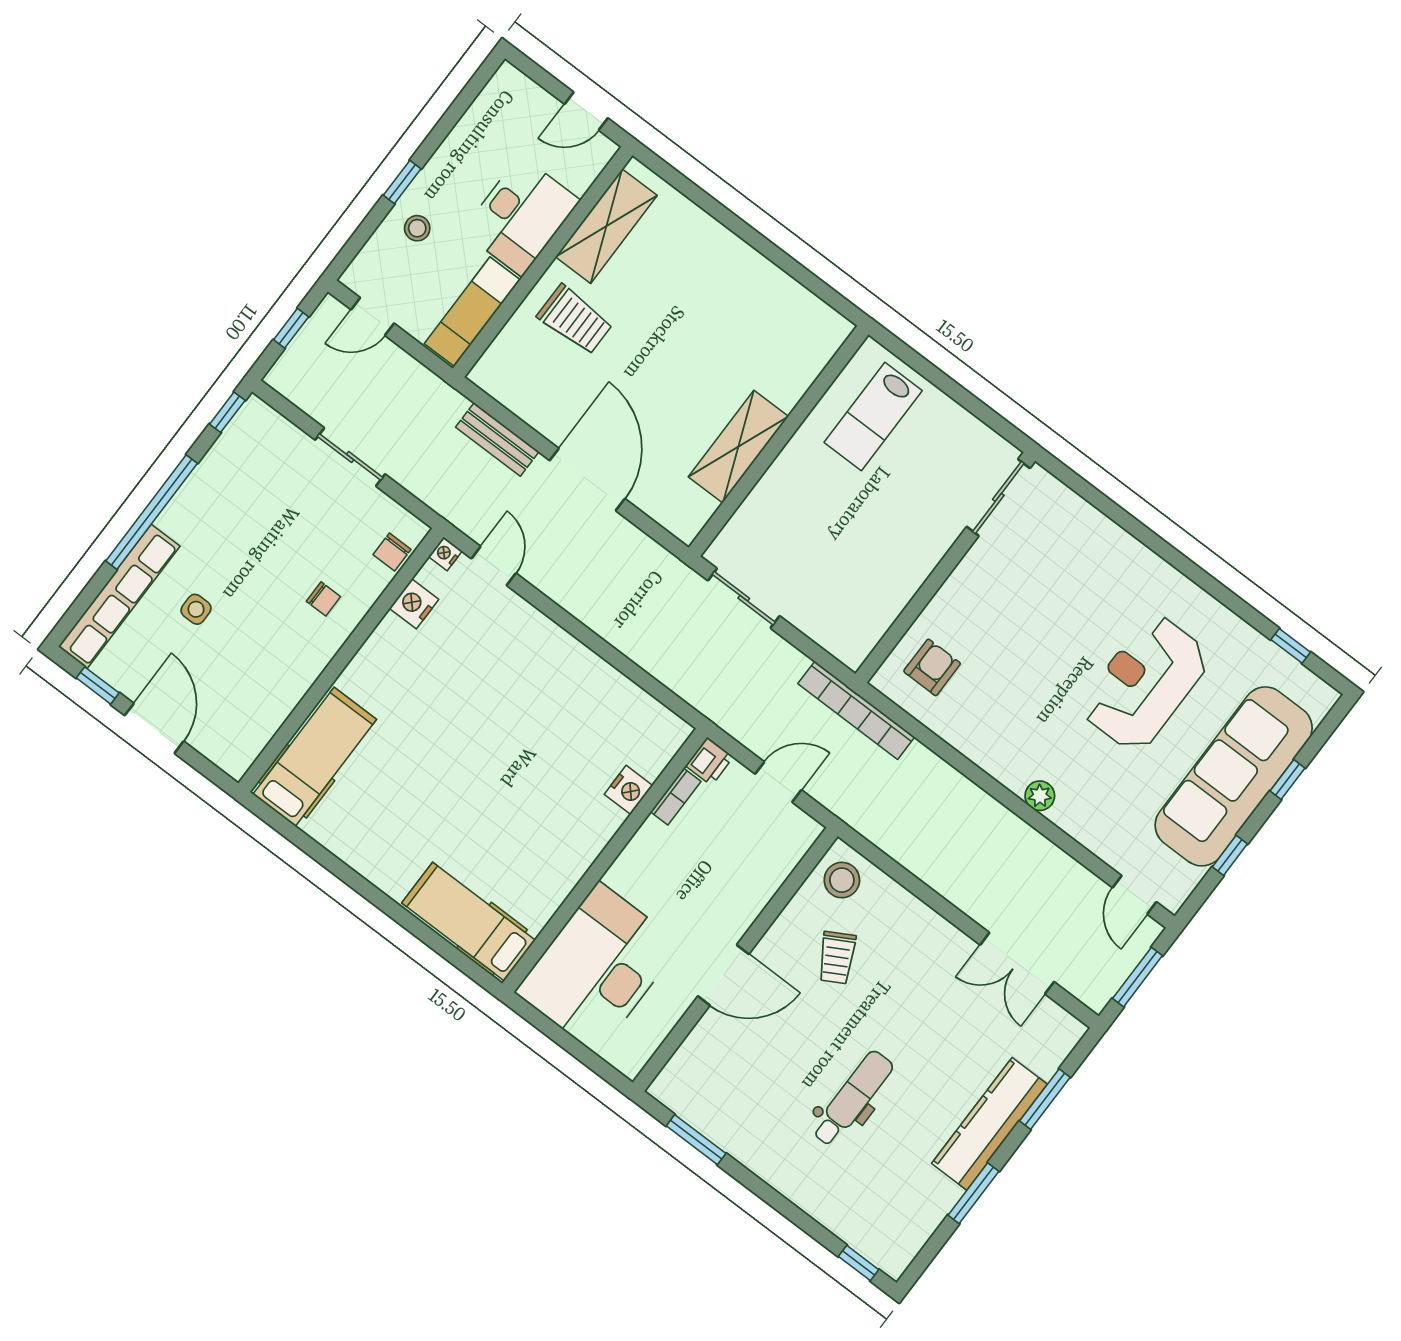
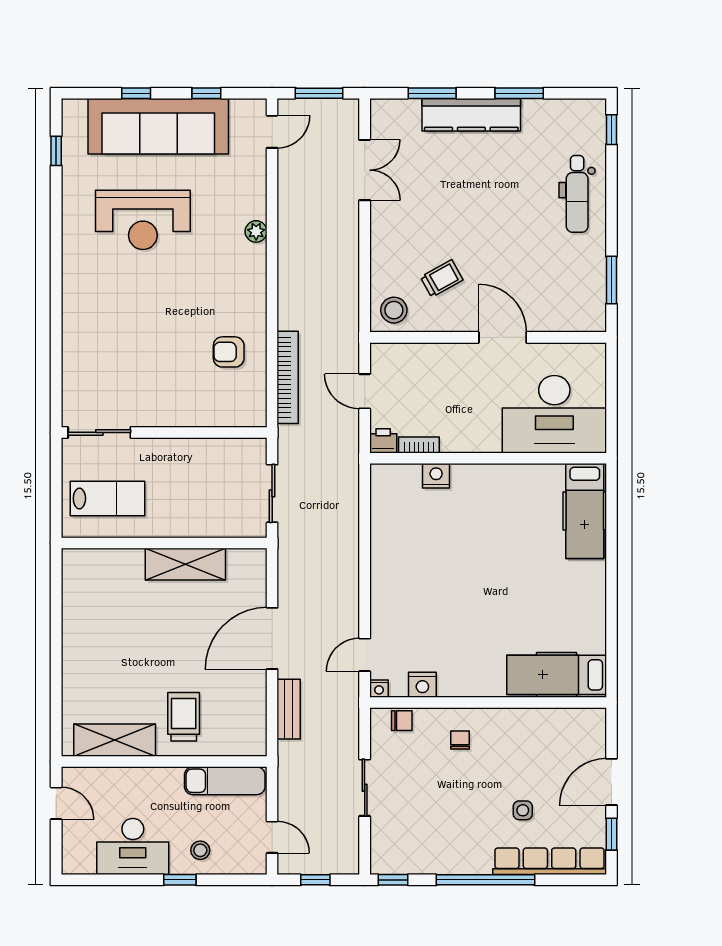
desk: (521, 216) -> (133, 846), moved, turned 180
sliding door: (998, 497) -> (99, 432), moved
wall: (945, 567) -> (164, 432), moved
dental chair: (852, 1098) -> (577, 194), moved, turned -90

